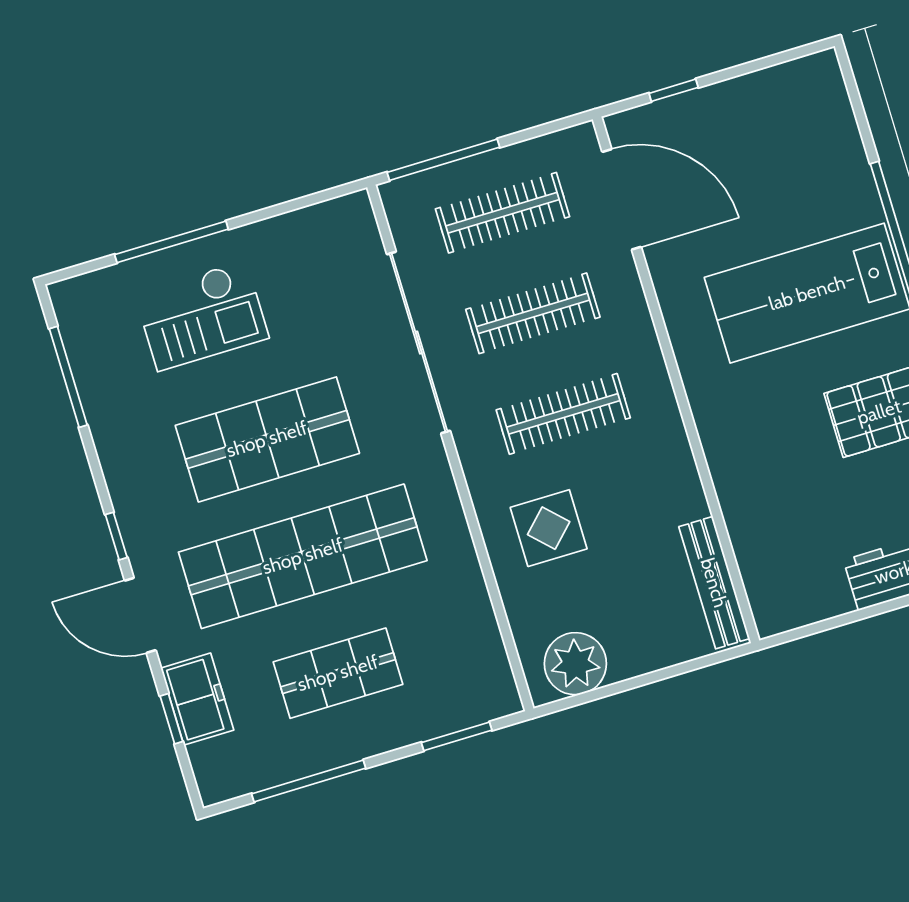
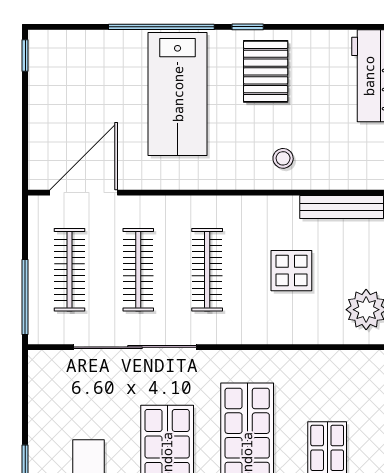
window: (674, 90) -> (25, 56), moved
stool: (759, 476) -> (283, 158), added
display table: (549, 528) -> (291, 271), moved

